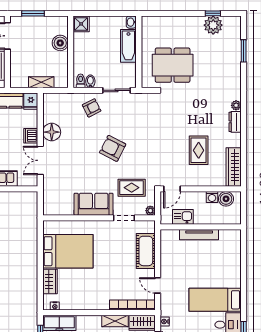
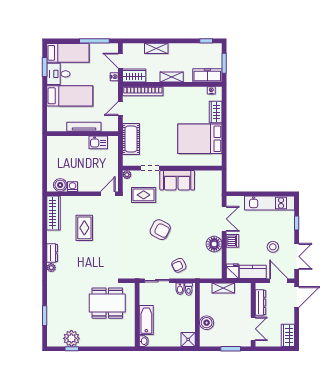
kitchen sink: (183, 217) -> (98, 142), moved
wall: (201, 227) -> (83, 134), moved
tv unit: (199, 235) -> (84, 127), moved
door: (158, 285) -> (120, 109), swing flipped
shelving: (115, 321) -> (172, 77), moved

